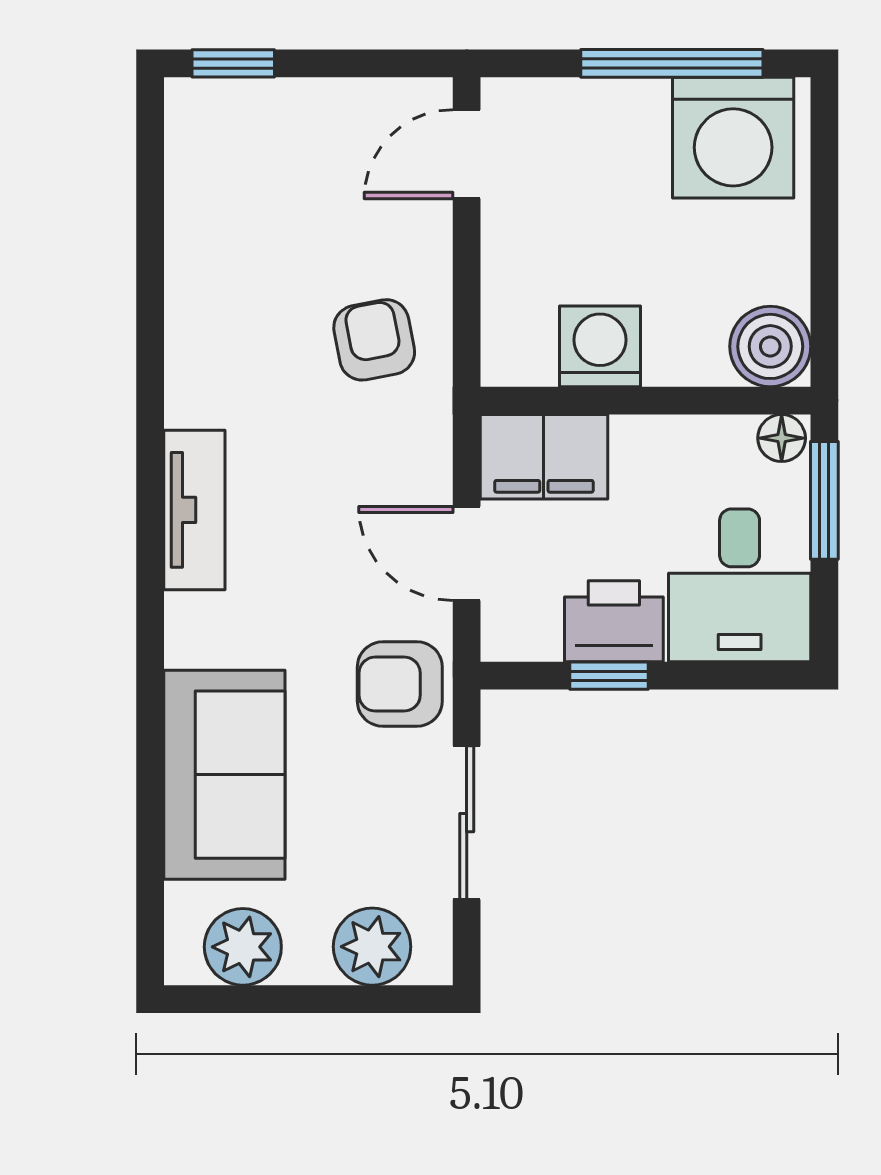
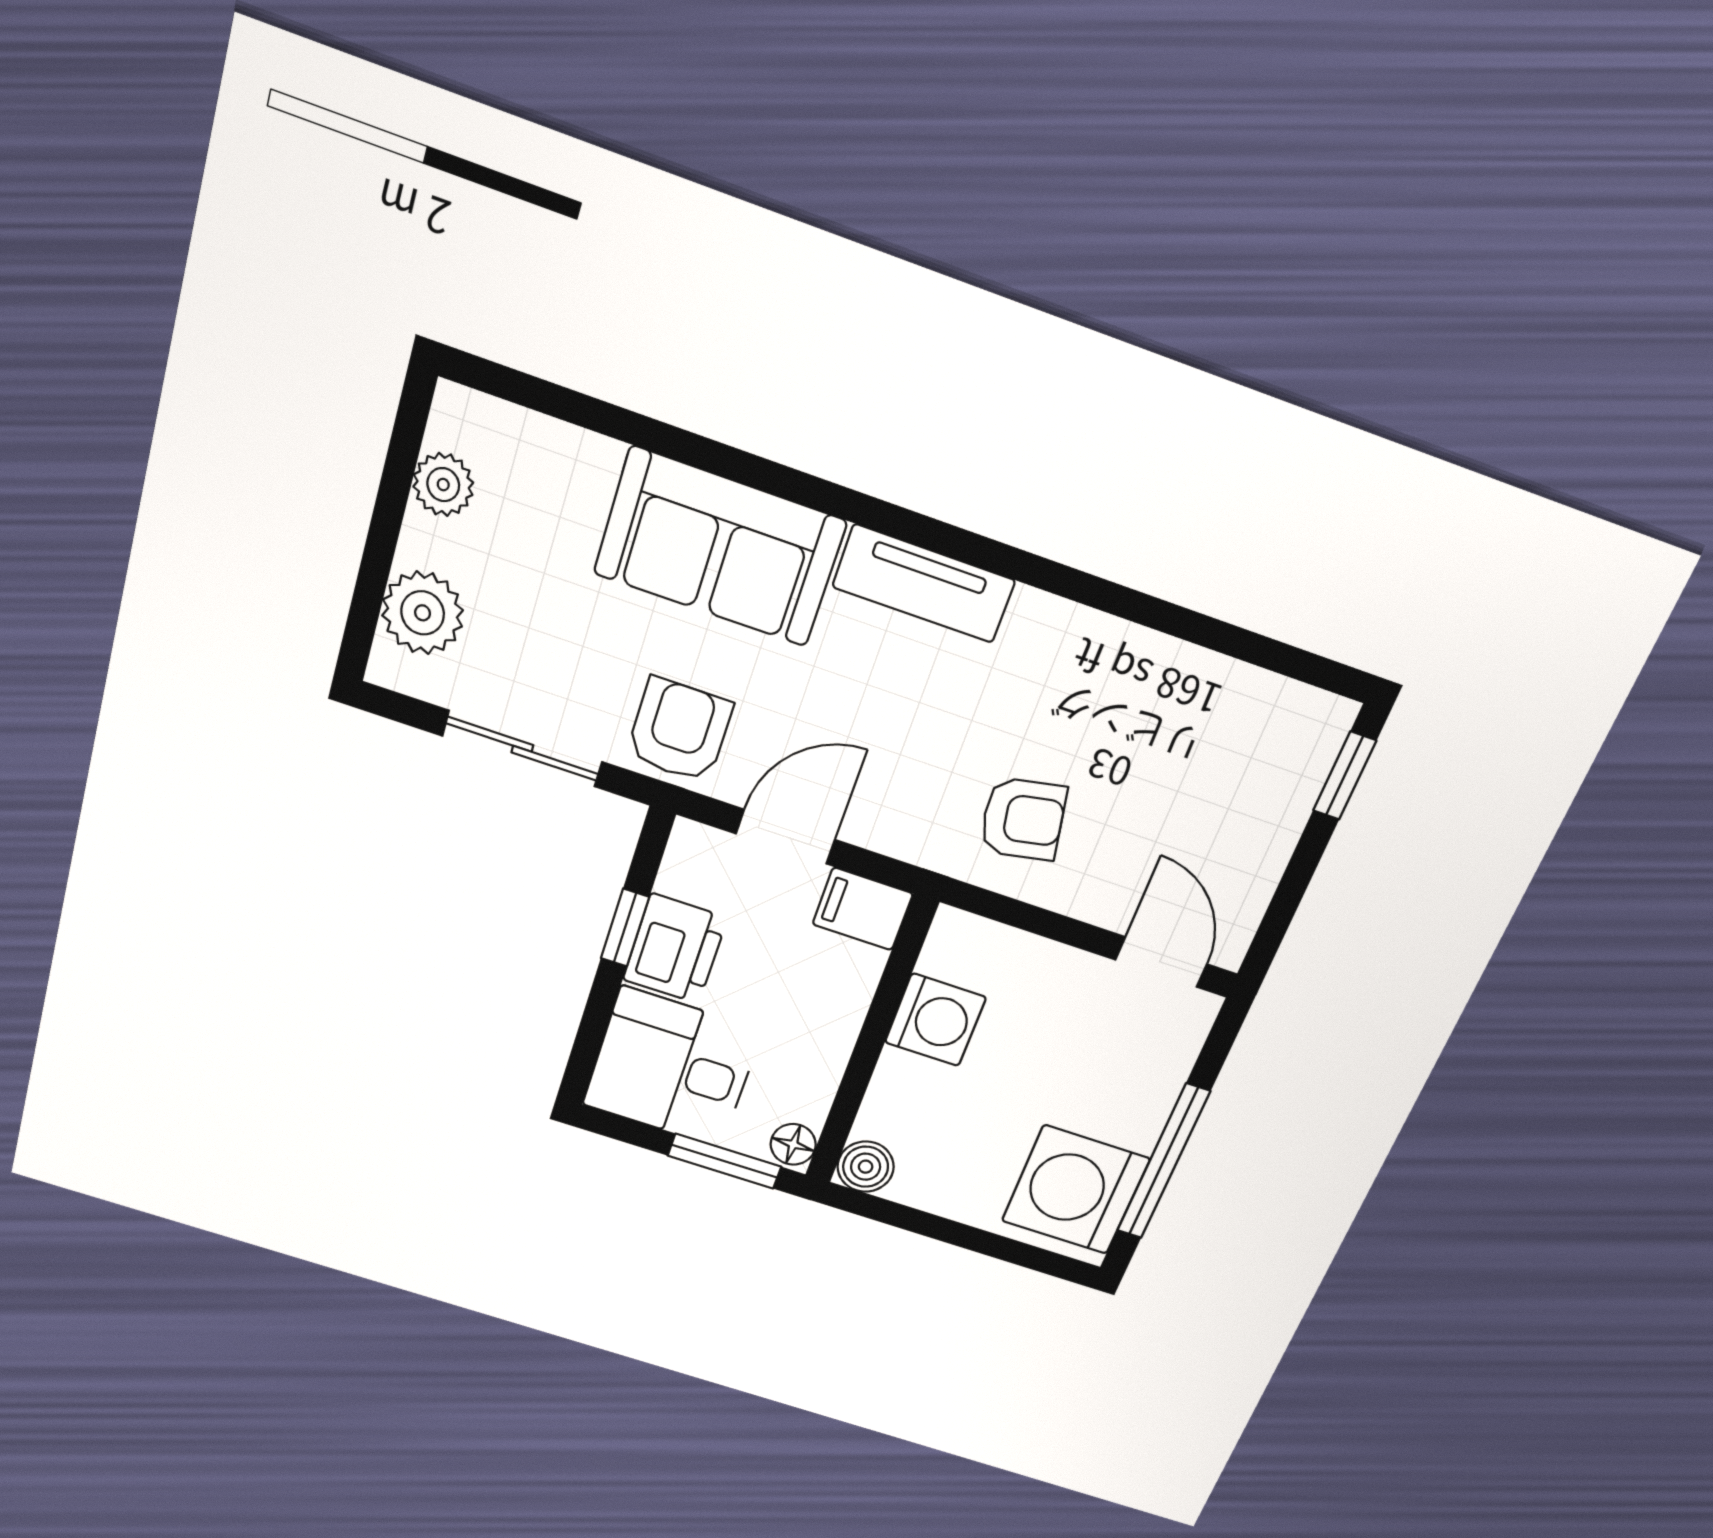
boiler: (770, 346) -> (866, 1167), width x0.73, depth x0.73
filing cabinet: (544, 457) -> (863, 909), width x0.50
sofa: (224, 775) -> (720, 547), moved
plant: (243, 947) -> (443, 485), width x0.73, depth x0.73

